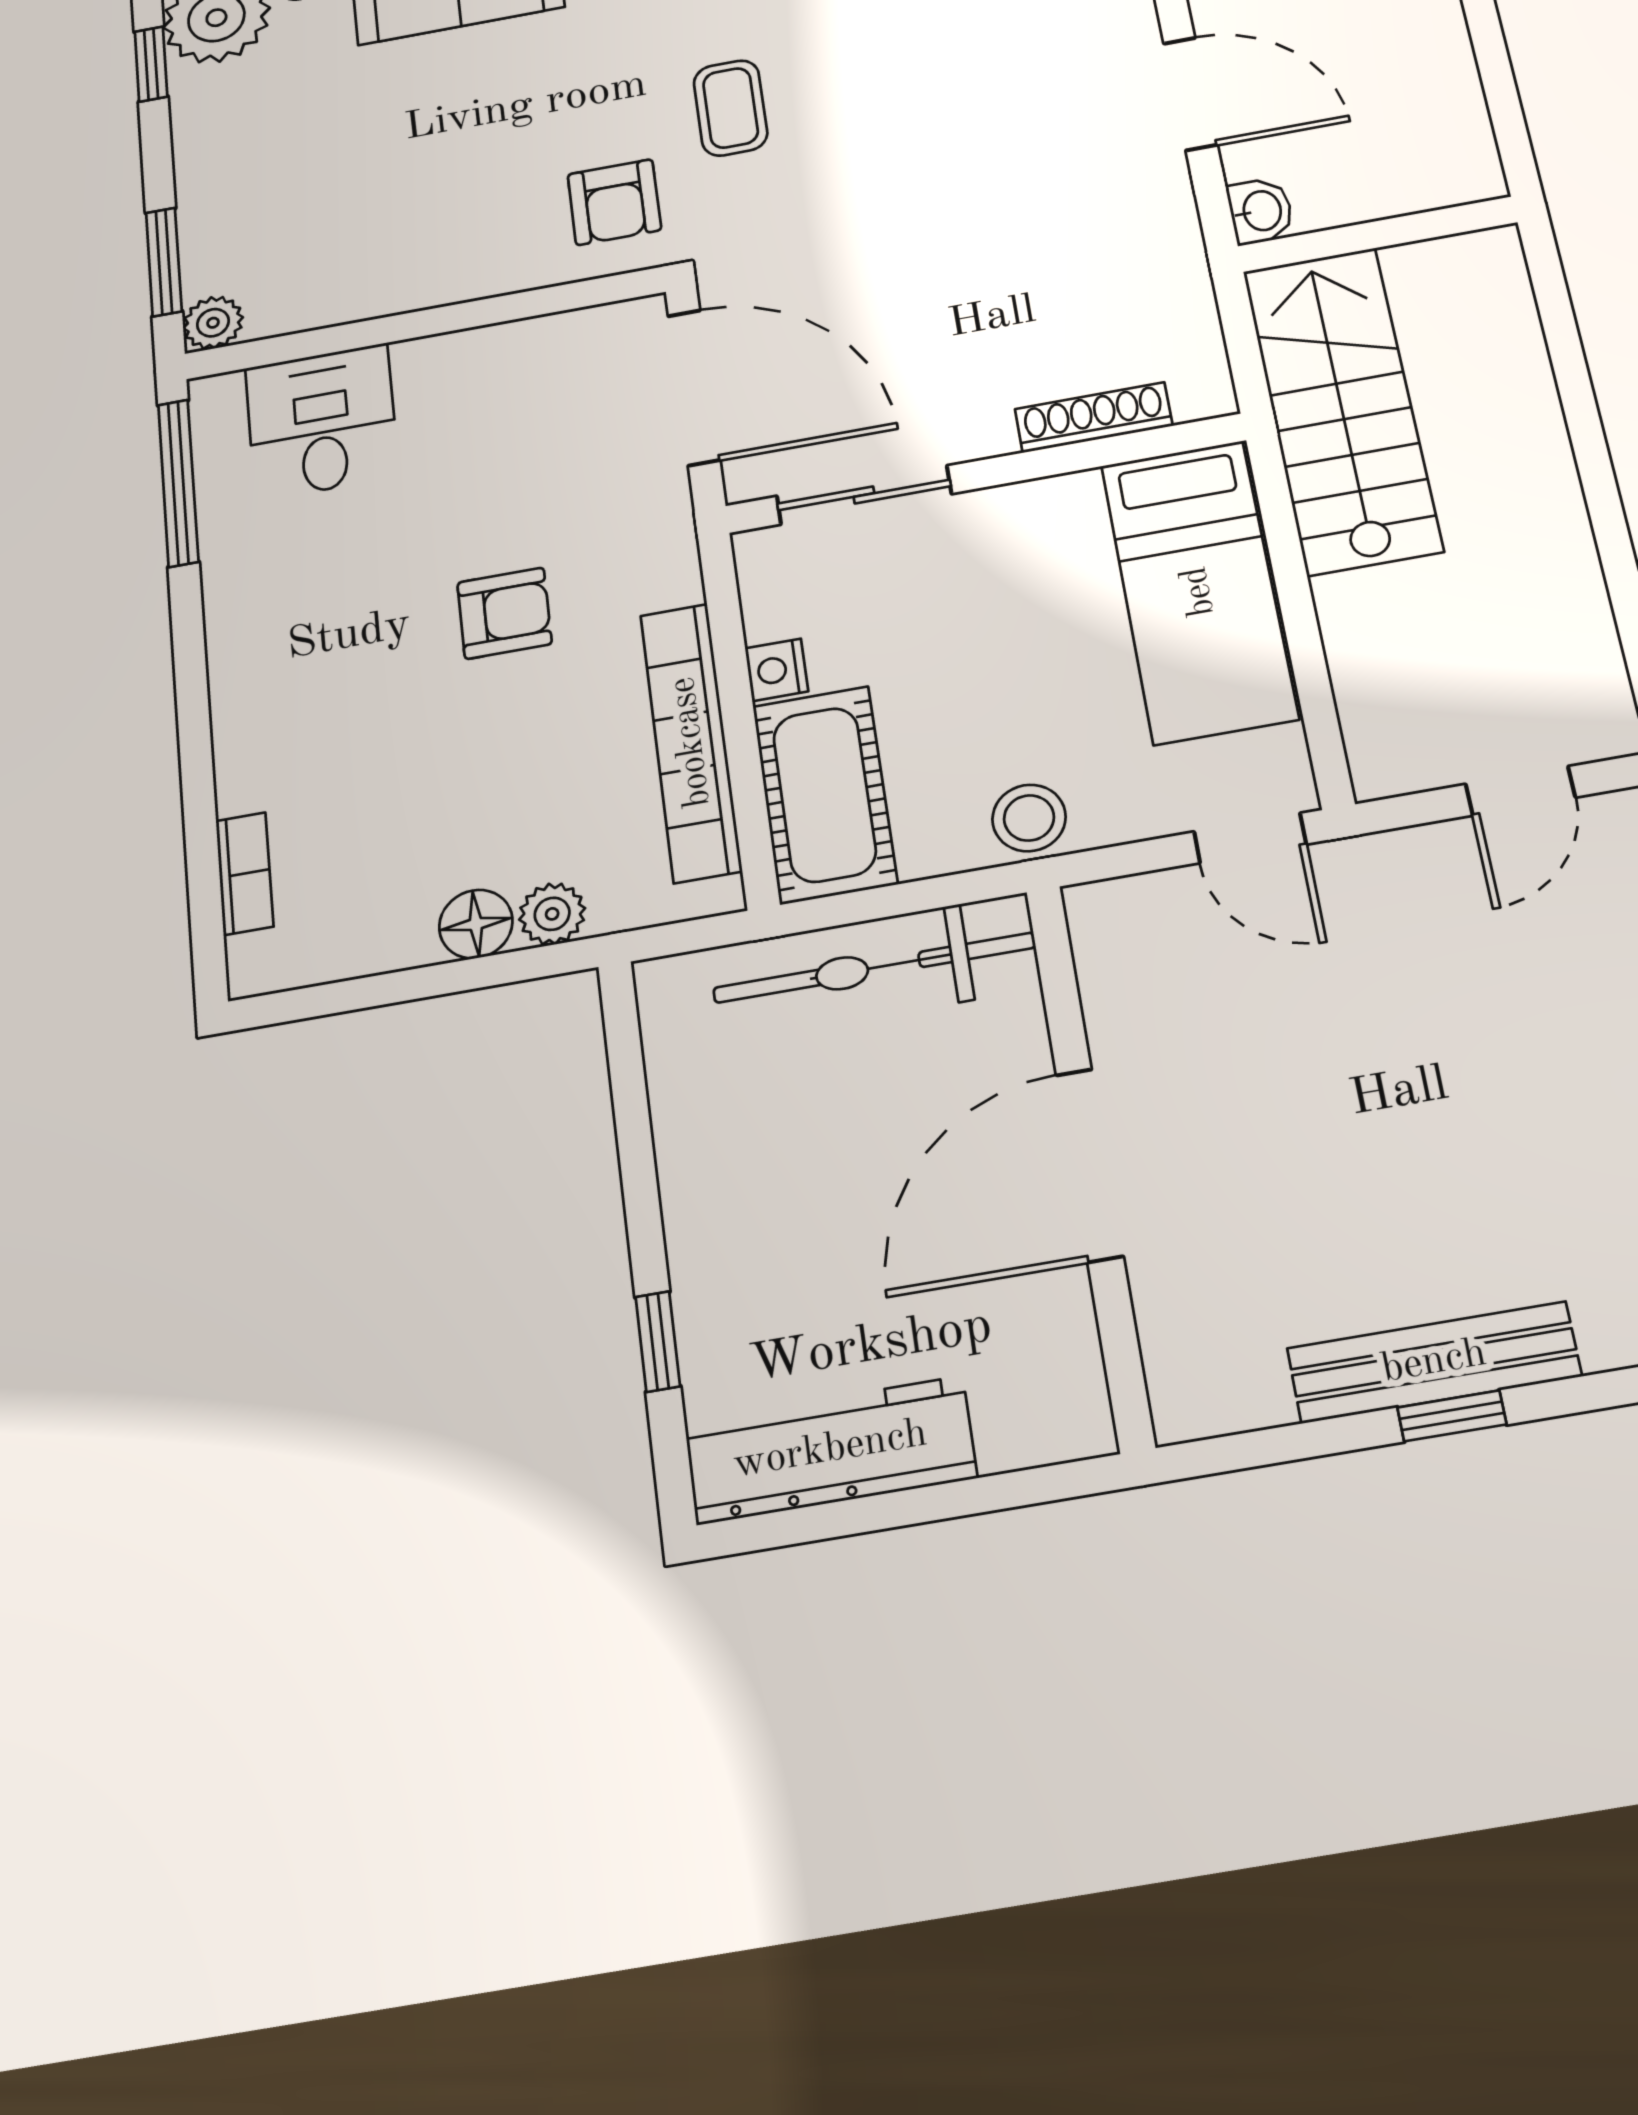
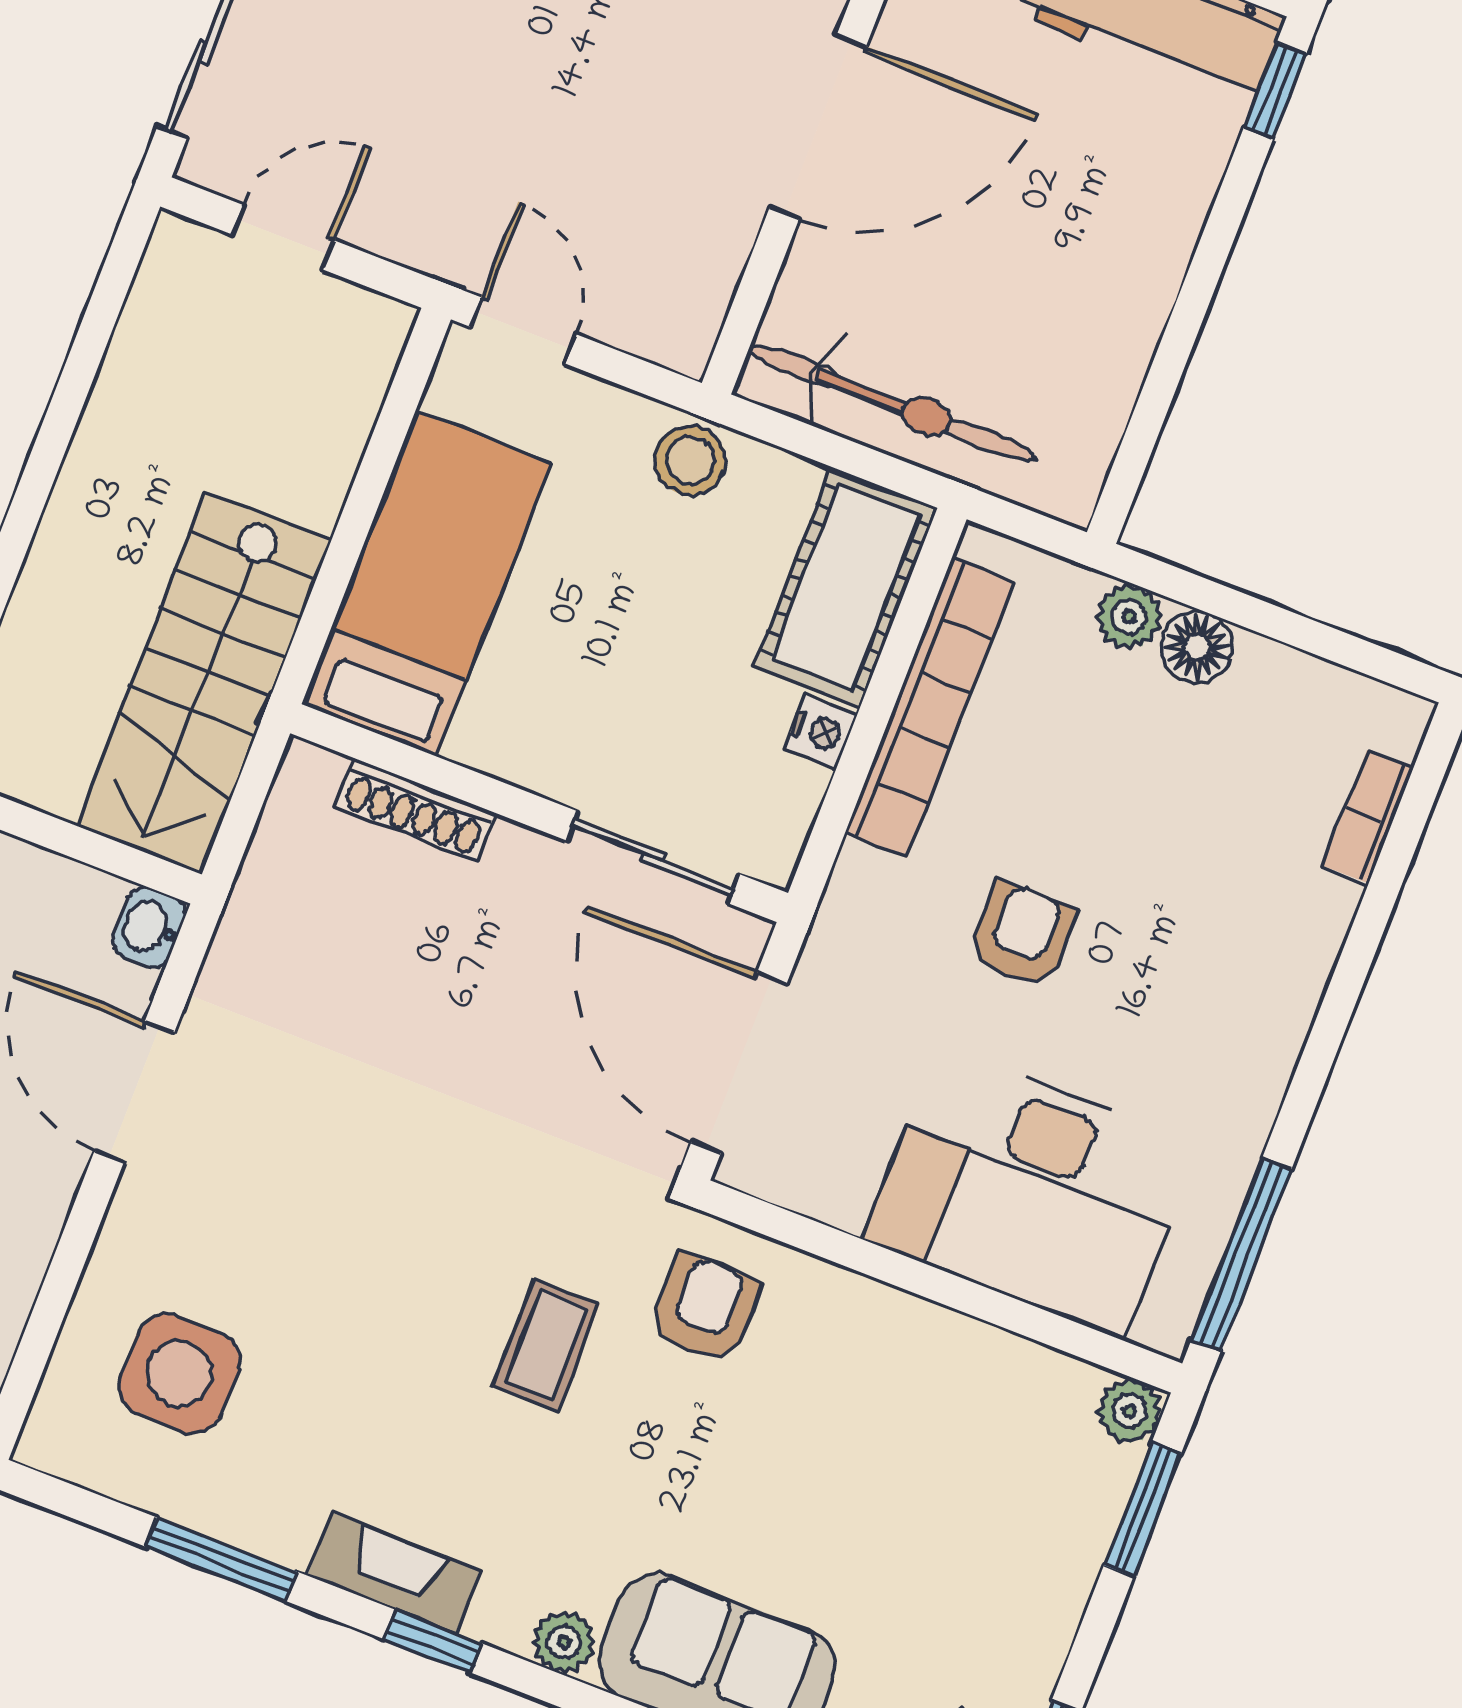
desk: (322, 422) -> (1031, 1192), width x1.87, depth x1.30
armchair: (504, 613) -> (1022, 935), turned 90
window: (658, 1342) -> (1275, 90), moved

